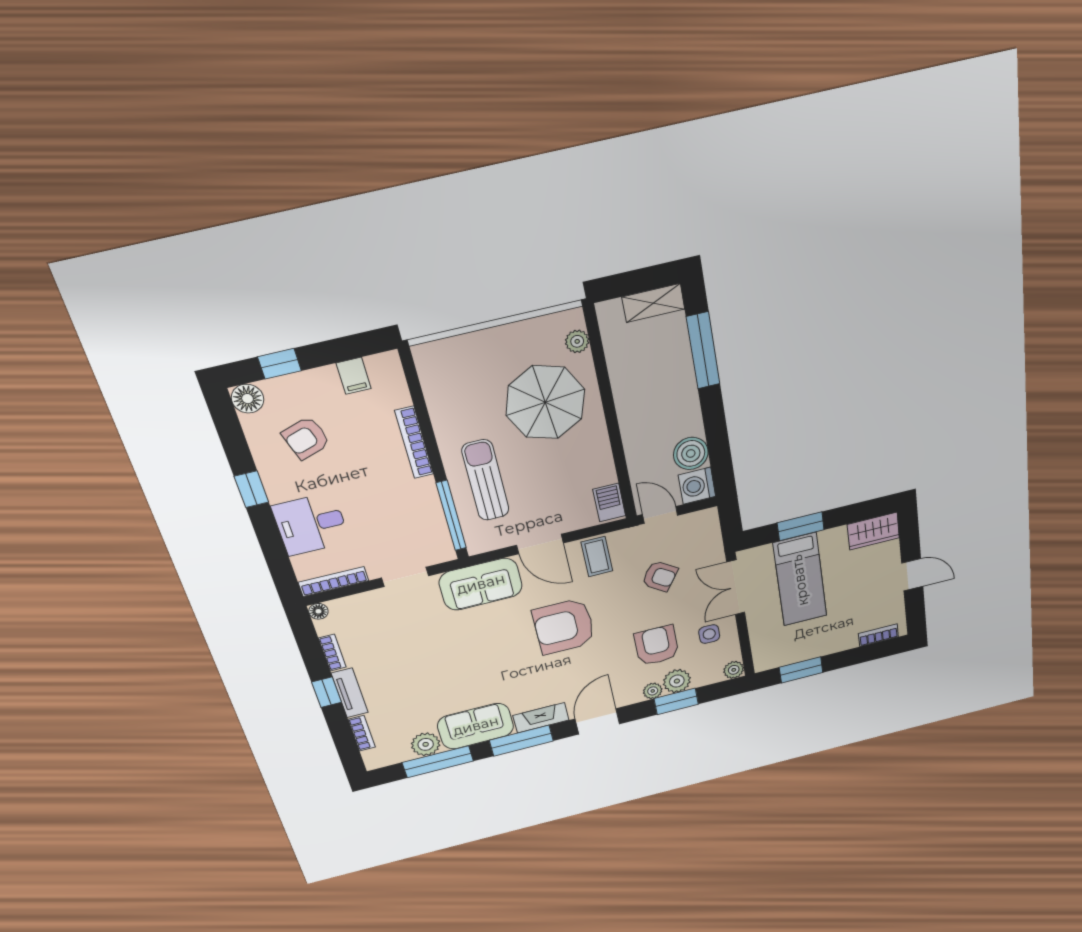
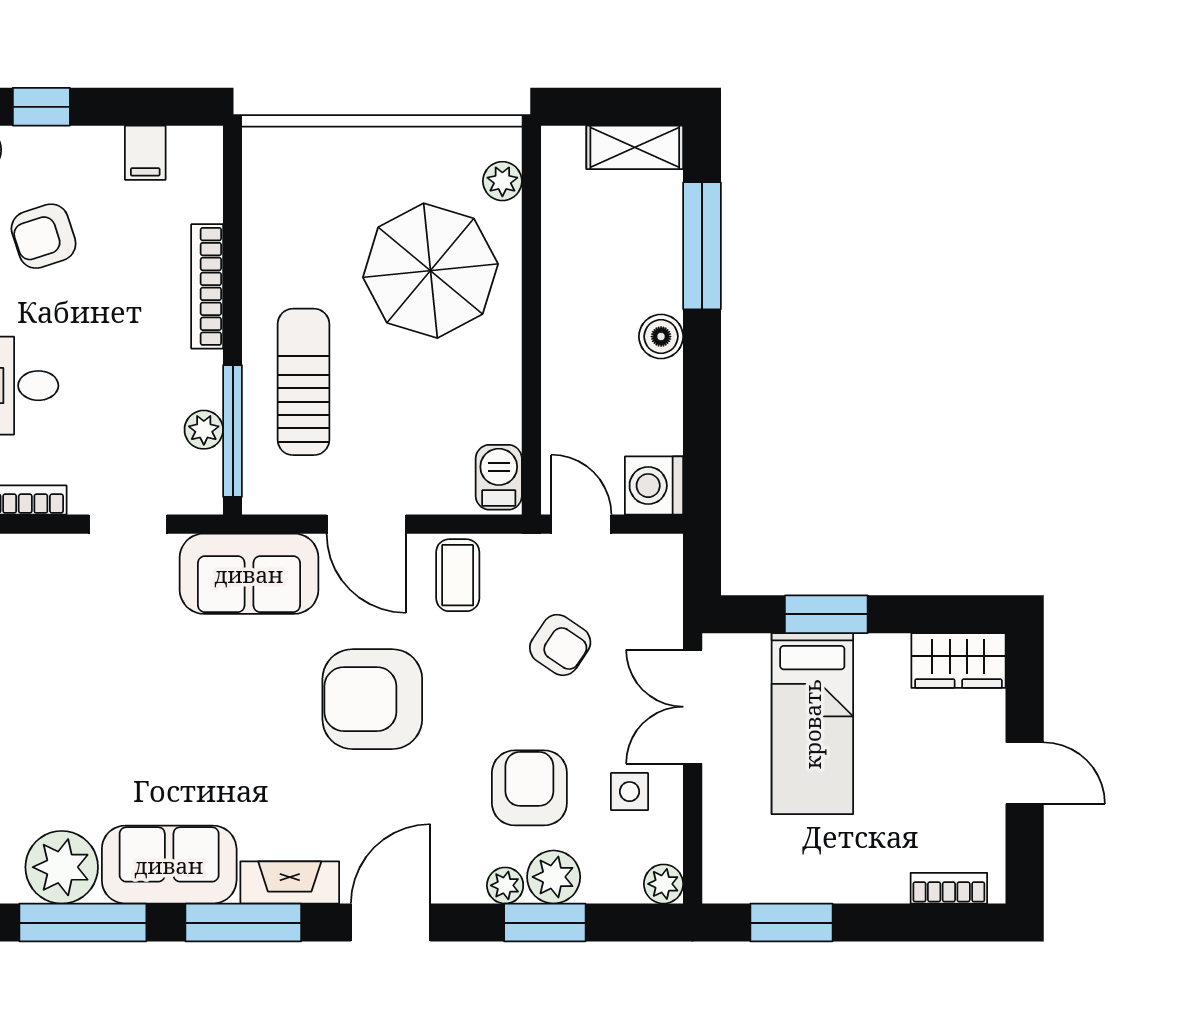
boiler: (691, 453) -> (661, 337), moved, width x0.73, depth x0.73
plant: (434, 519) -> (204, 430), added
plant: (426, 744) -> (62, 867), width x1.36, depth x1.36

